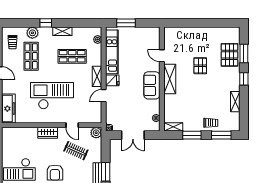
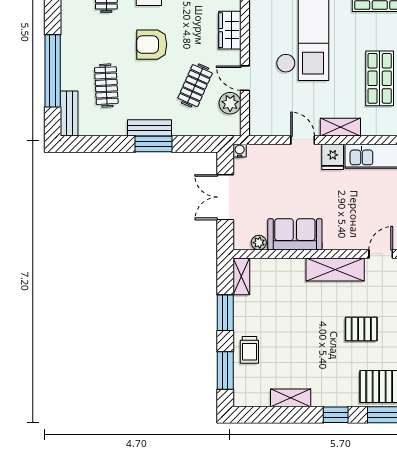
sofa: (152, 85) -> (295, 234), moved
door: (72, 125) -> (245, 78), hinge flipped
plant: (96, 133) -> (230, 103), moved

